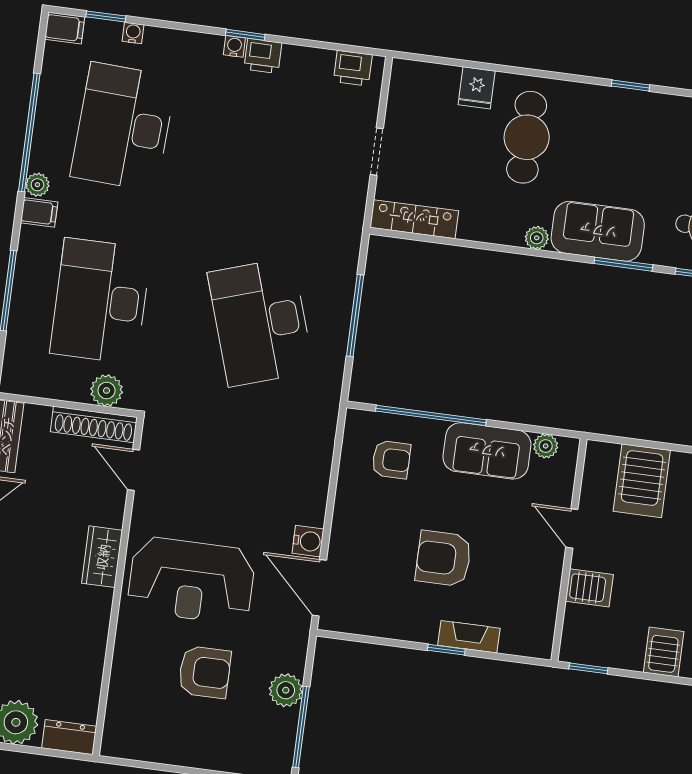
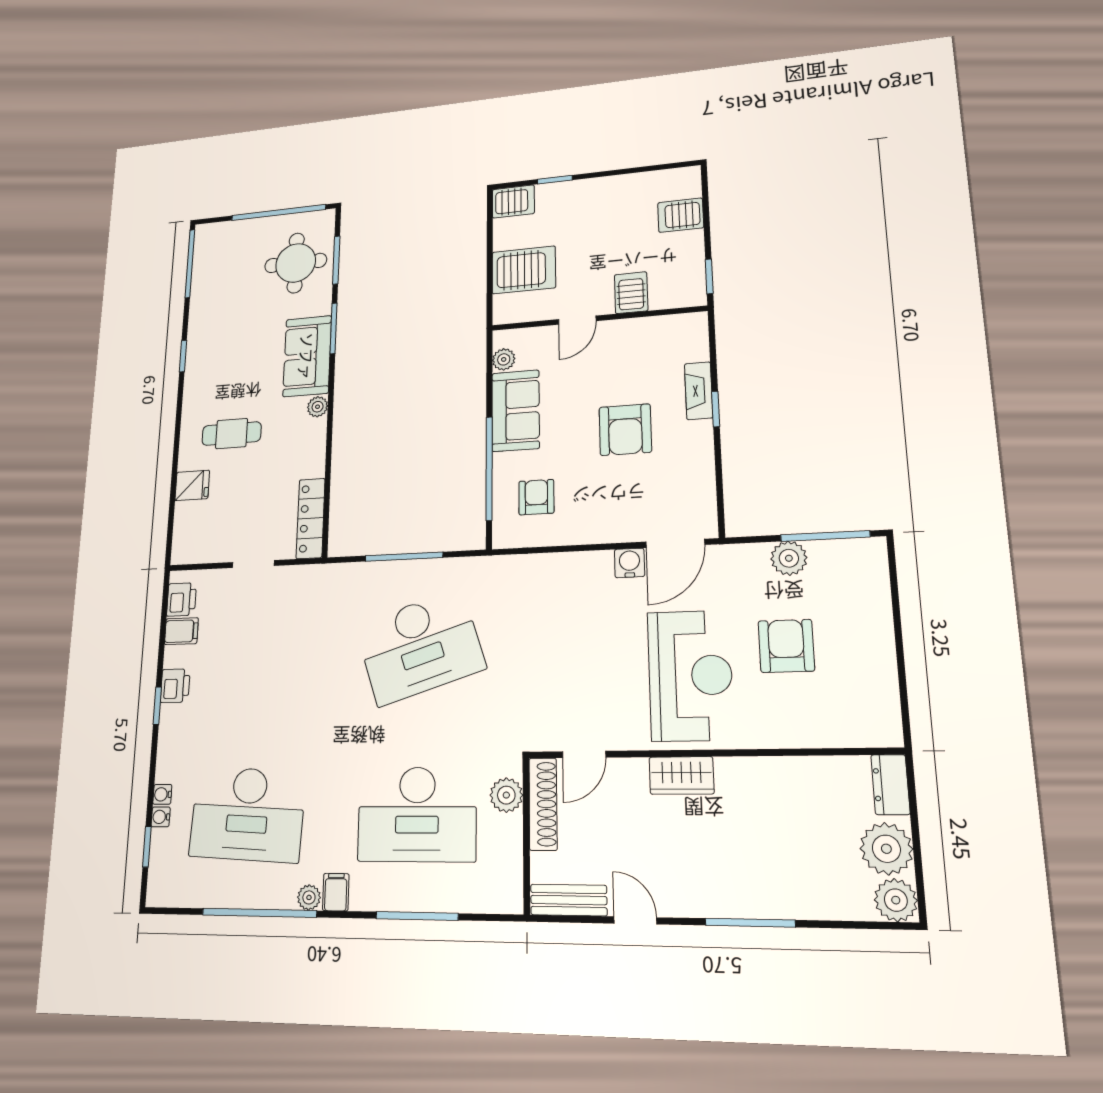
filing cabinet: (65, 28) -> (181, 631), moved, turned 90
water cooler: (234, 46) -> (162, 794), moved
cafe table: (527, 137) -> (232, 434), width x0.73, depth x0.74

